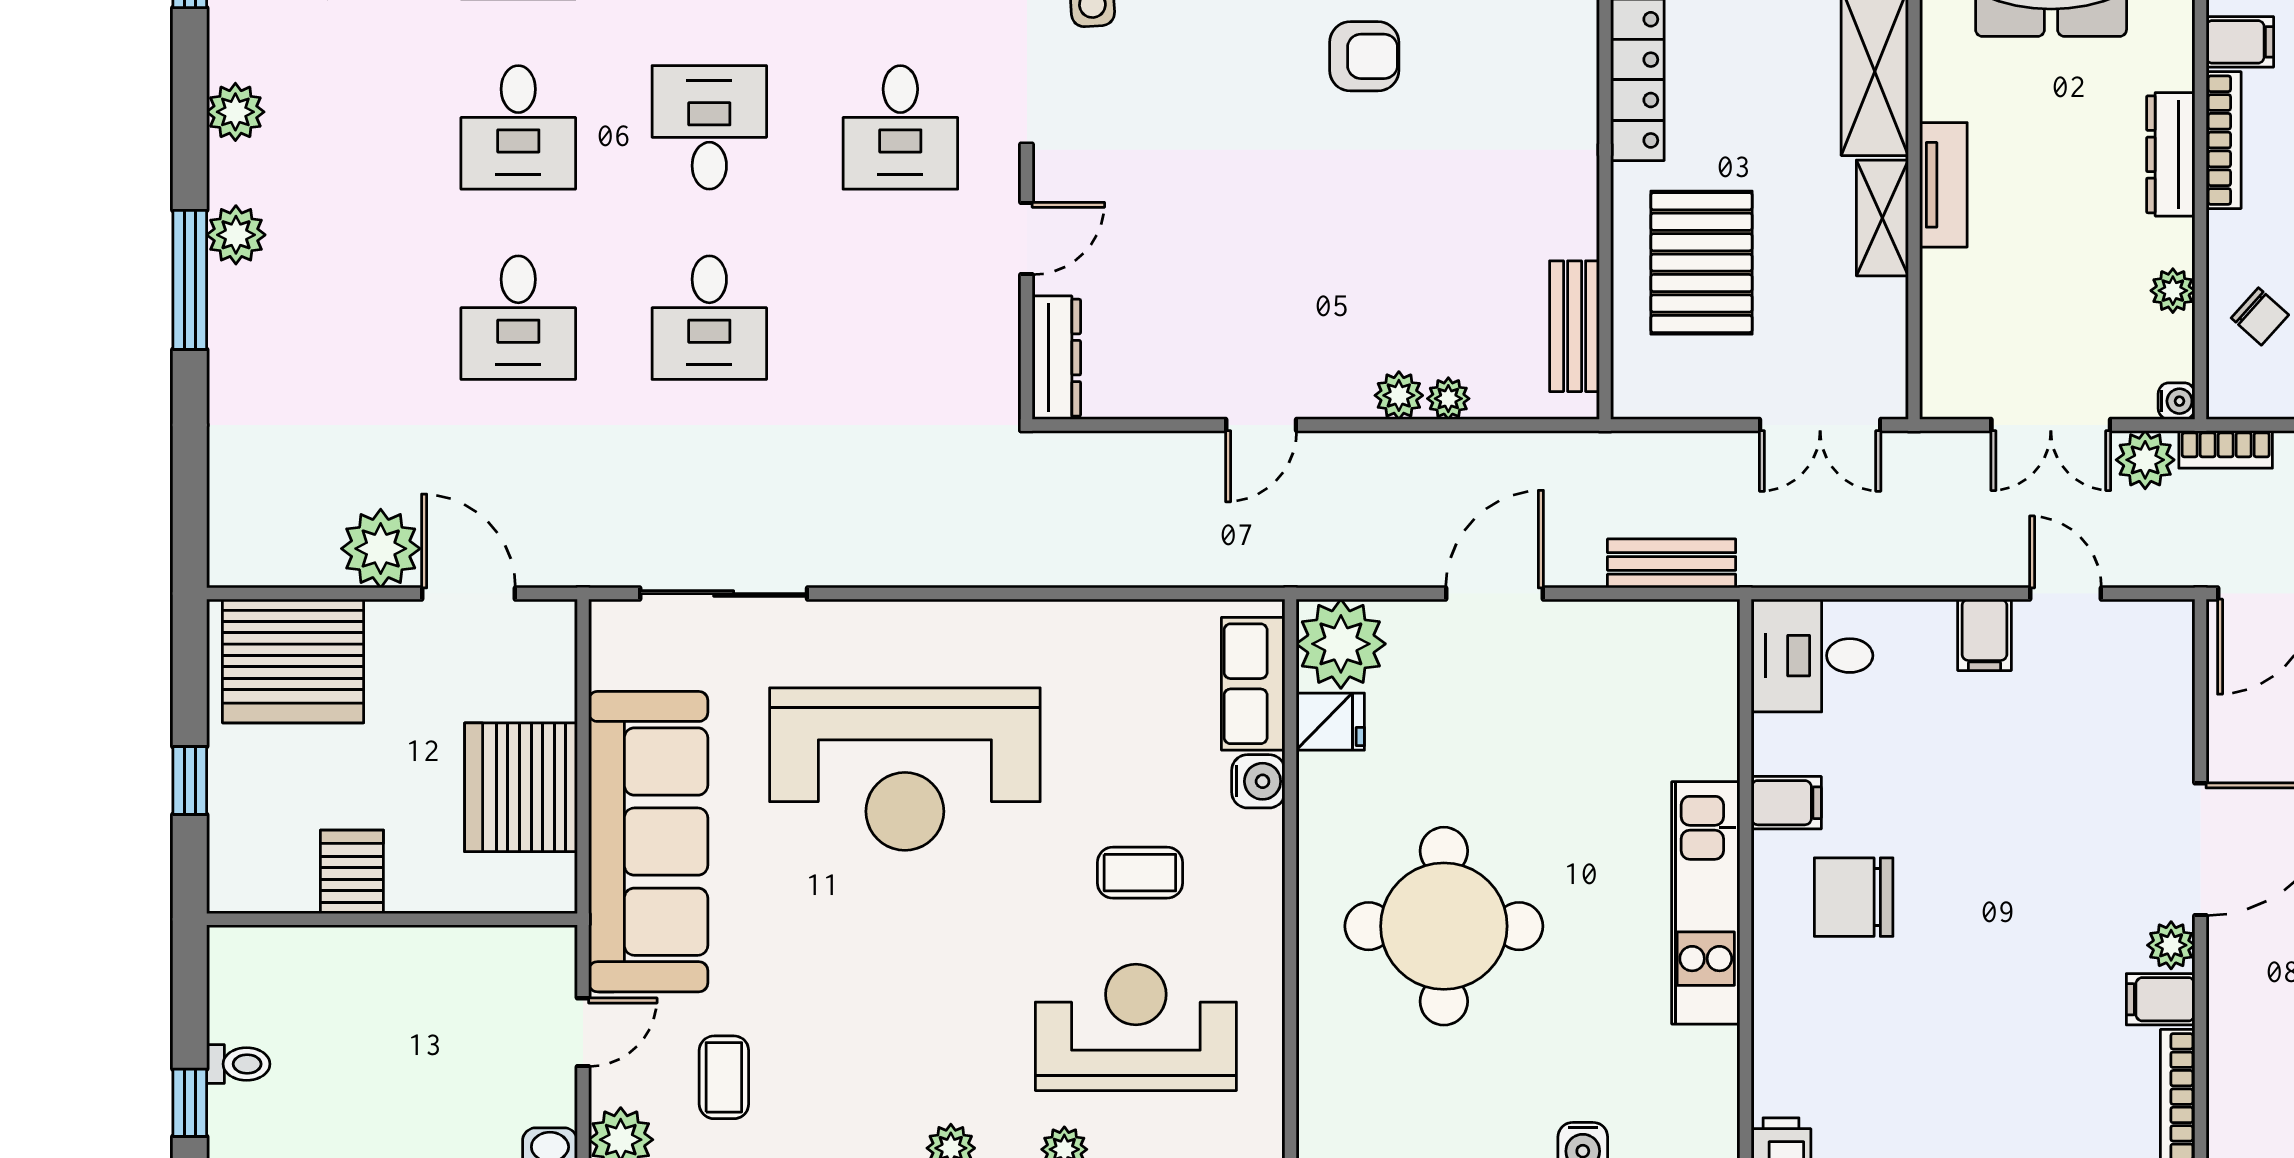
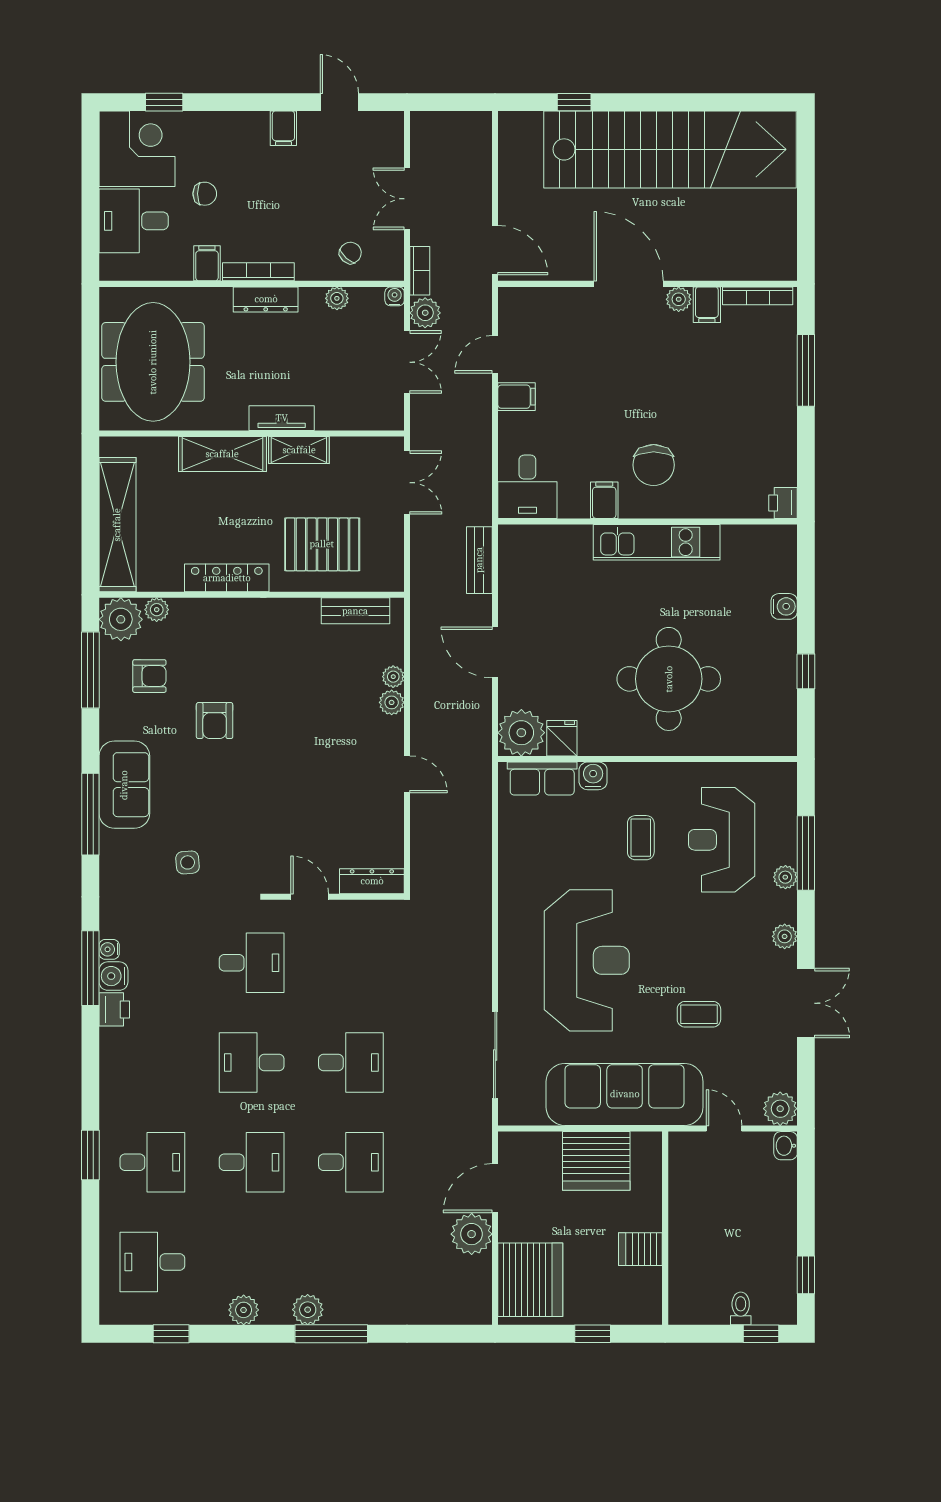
armchair: (1364, 56) -> (215, 721), turned 180
coffee table: (724, 1077) -> (699, 1014), moved

